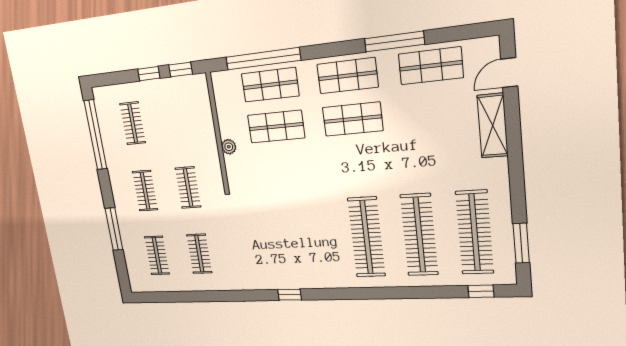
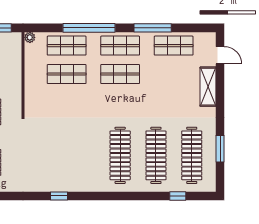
window: (263, 59) -> (89, 28), moved
door: (509, 73) -> (220, 55), swing flipped
plant: (229, 147) -> (30, 37), moved
window: (521, 243) -> (220, 149), moved
window: (481, 291) -> (178, 196), moved

